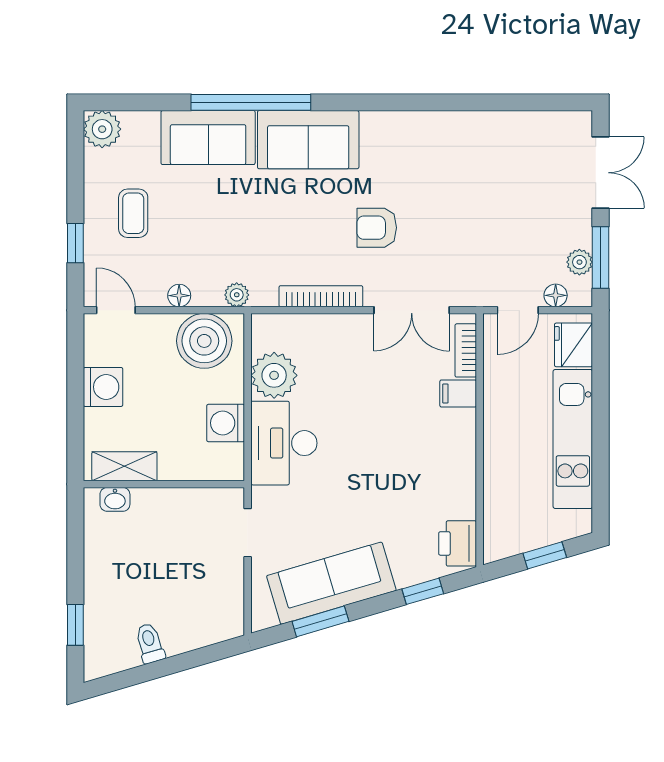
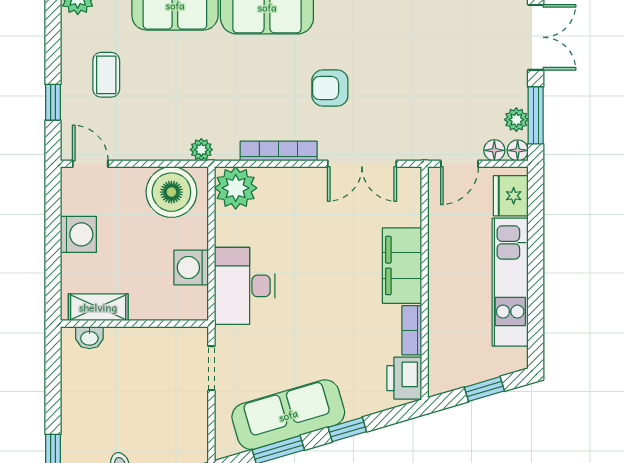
floor lamp: (179, 296) -> (518, 150), moved
bookcase: (466, 350) -> (412, 330), moved
plant: (274, 375) -> (236, 188), moved
filing cabinet: (458, 393) -> (402, 266), width x3.00, depth x1.17
window: (423, 591) -> (347, 429), moved

